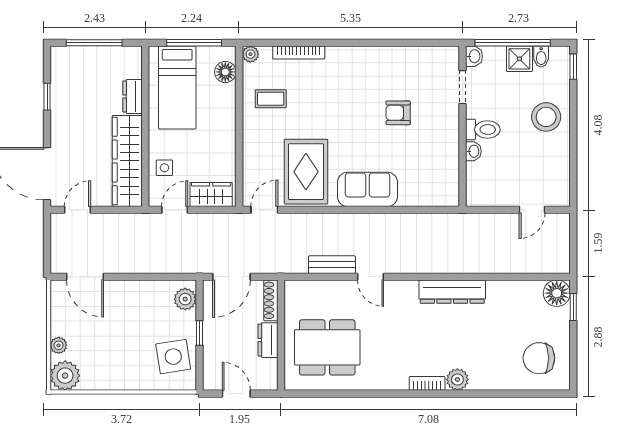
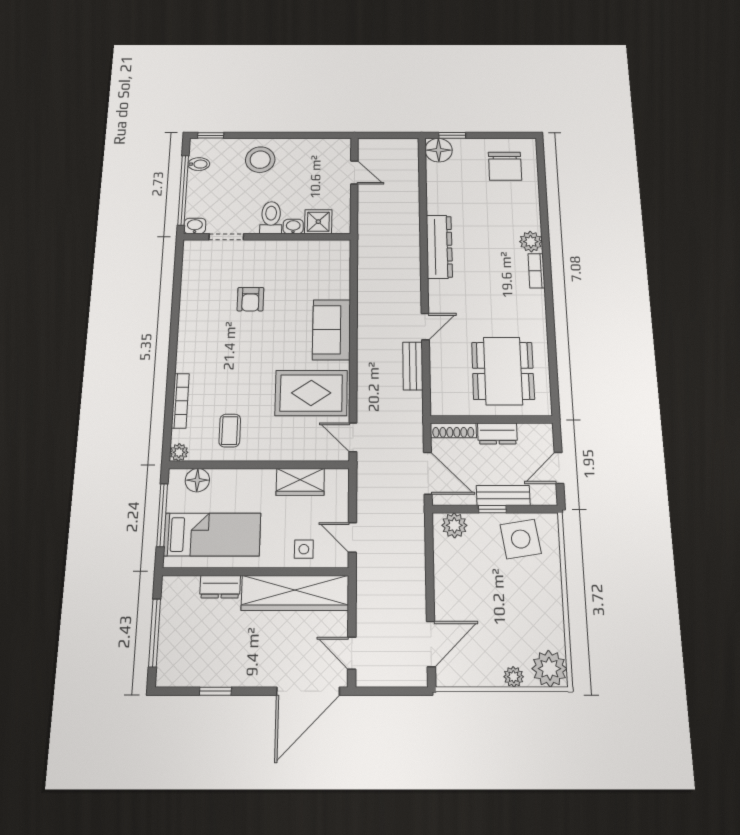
shower: (519, 59) -> (318, 222), moved
wardrobe: (211, 195) -> (300, 482), moved, turned -90
bench: (212, 343) -> (503, 495), added

